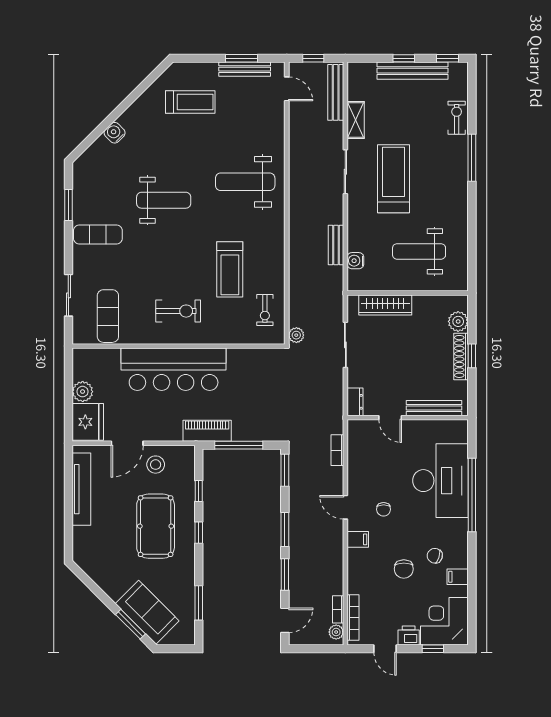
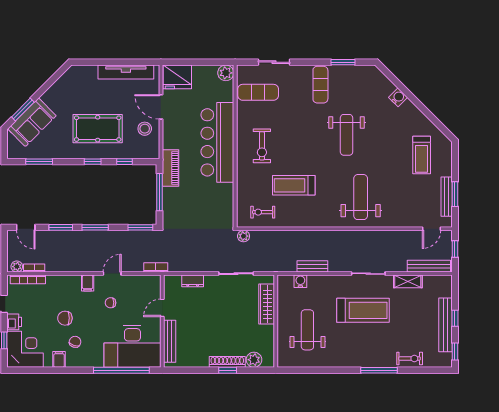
plant: (83, 392) -> (226, 73), moved
bench: (434, 408) -> (170, 341), moved
door: (390, 418) -> (162, 308), moved
wall: (408, 418) -> (162, 321), moved

